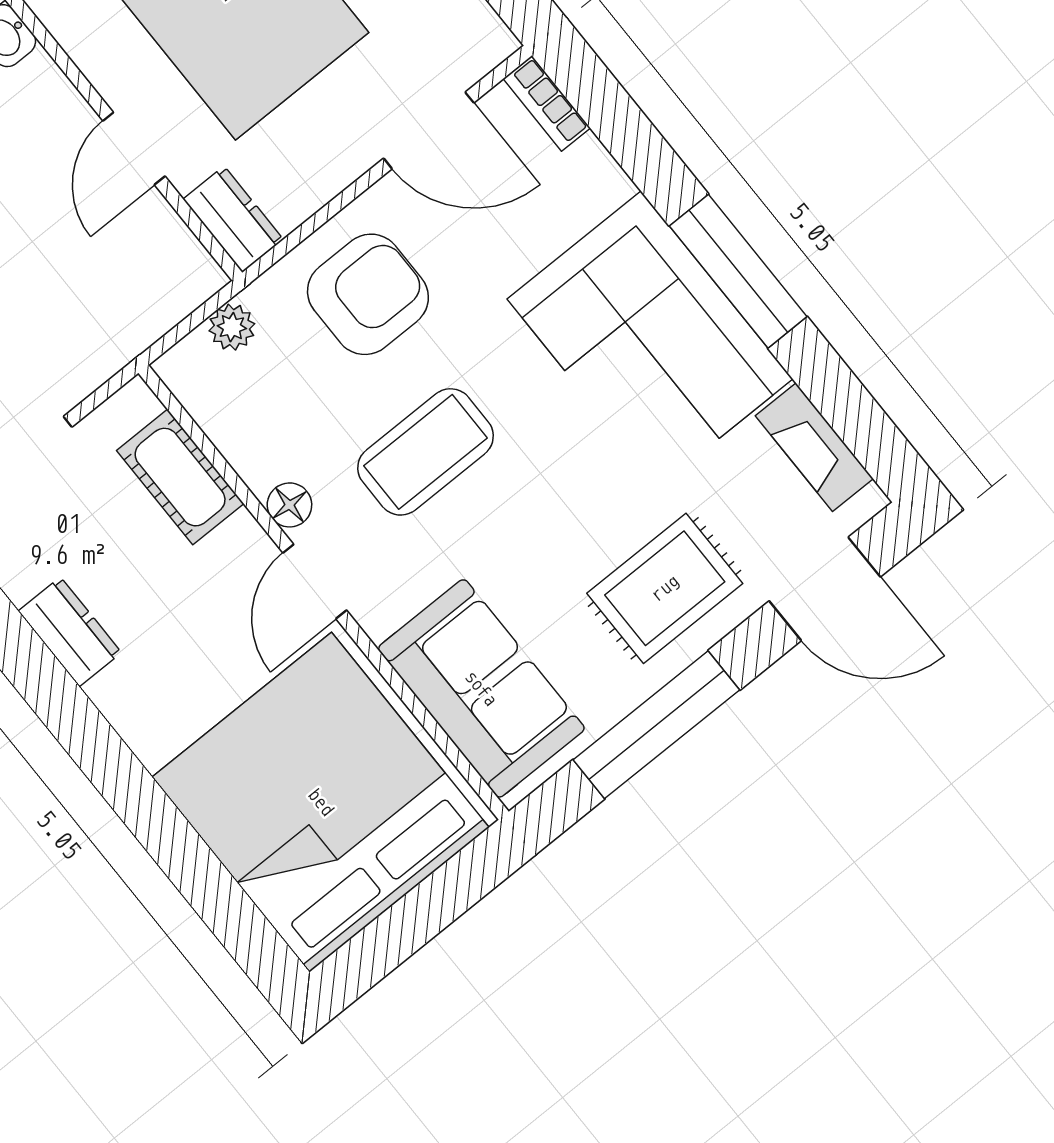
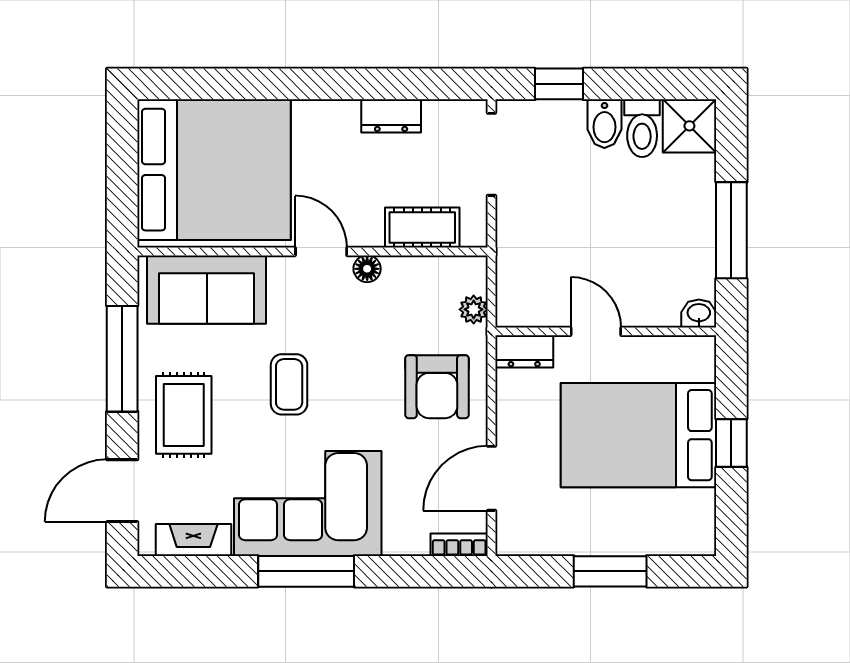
coffee table: (426, 452) -> (289, 384), moved, width x0.73, depth x0.77

